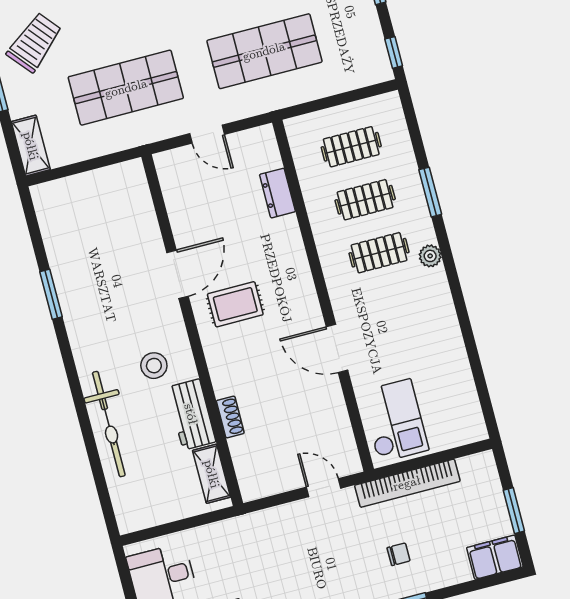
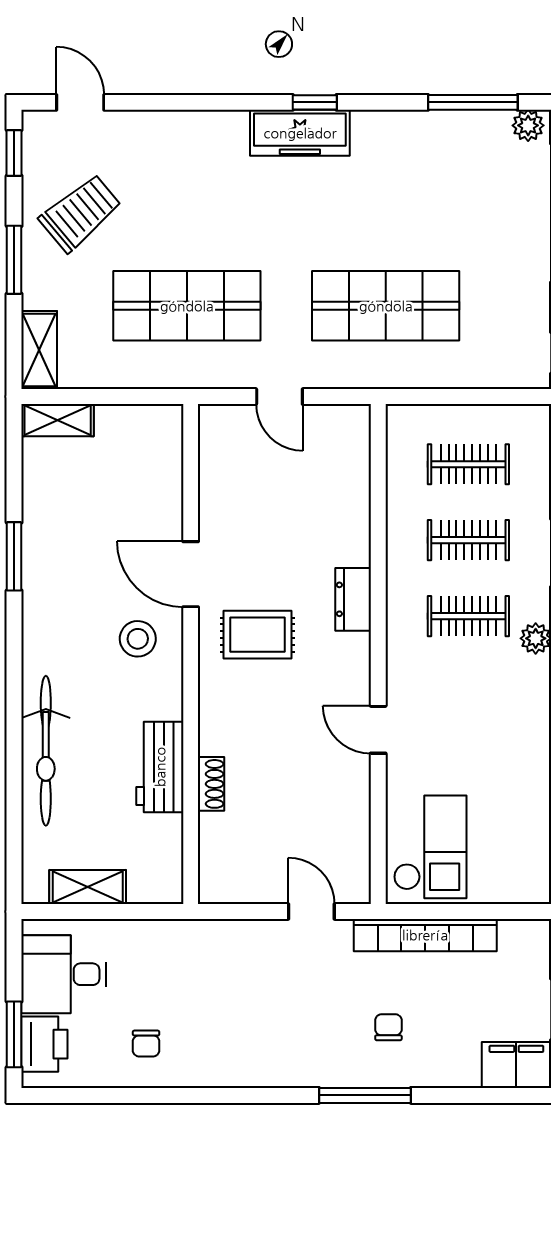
shelving: (56, 191) -> (58, 420), added
dresser: (277, 193) -> (353, 599), moved
door: (178, 274) -> (191, 574), swing flipped
door: (337, 348) -> (378, 730), width x0.73
stool: (154, 366) -> (138, 639), moved
shelving: (212, 474) -> (88, 887), moved, turned 90
chair: (399, 554) -> (388, 1027), turned -90

